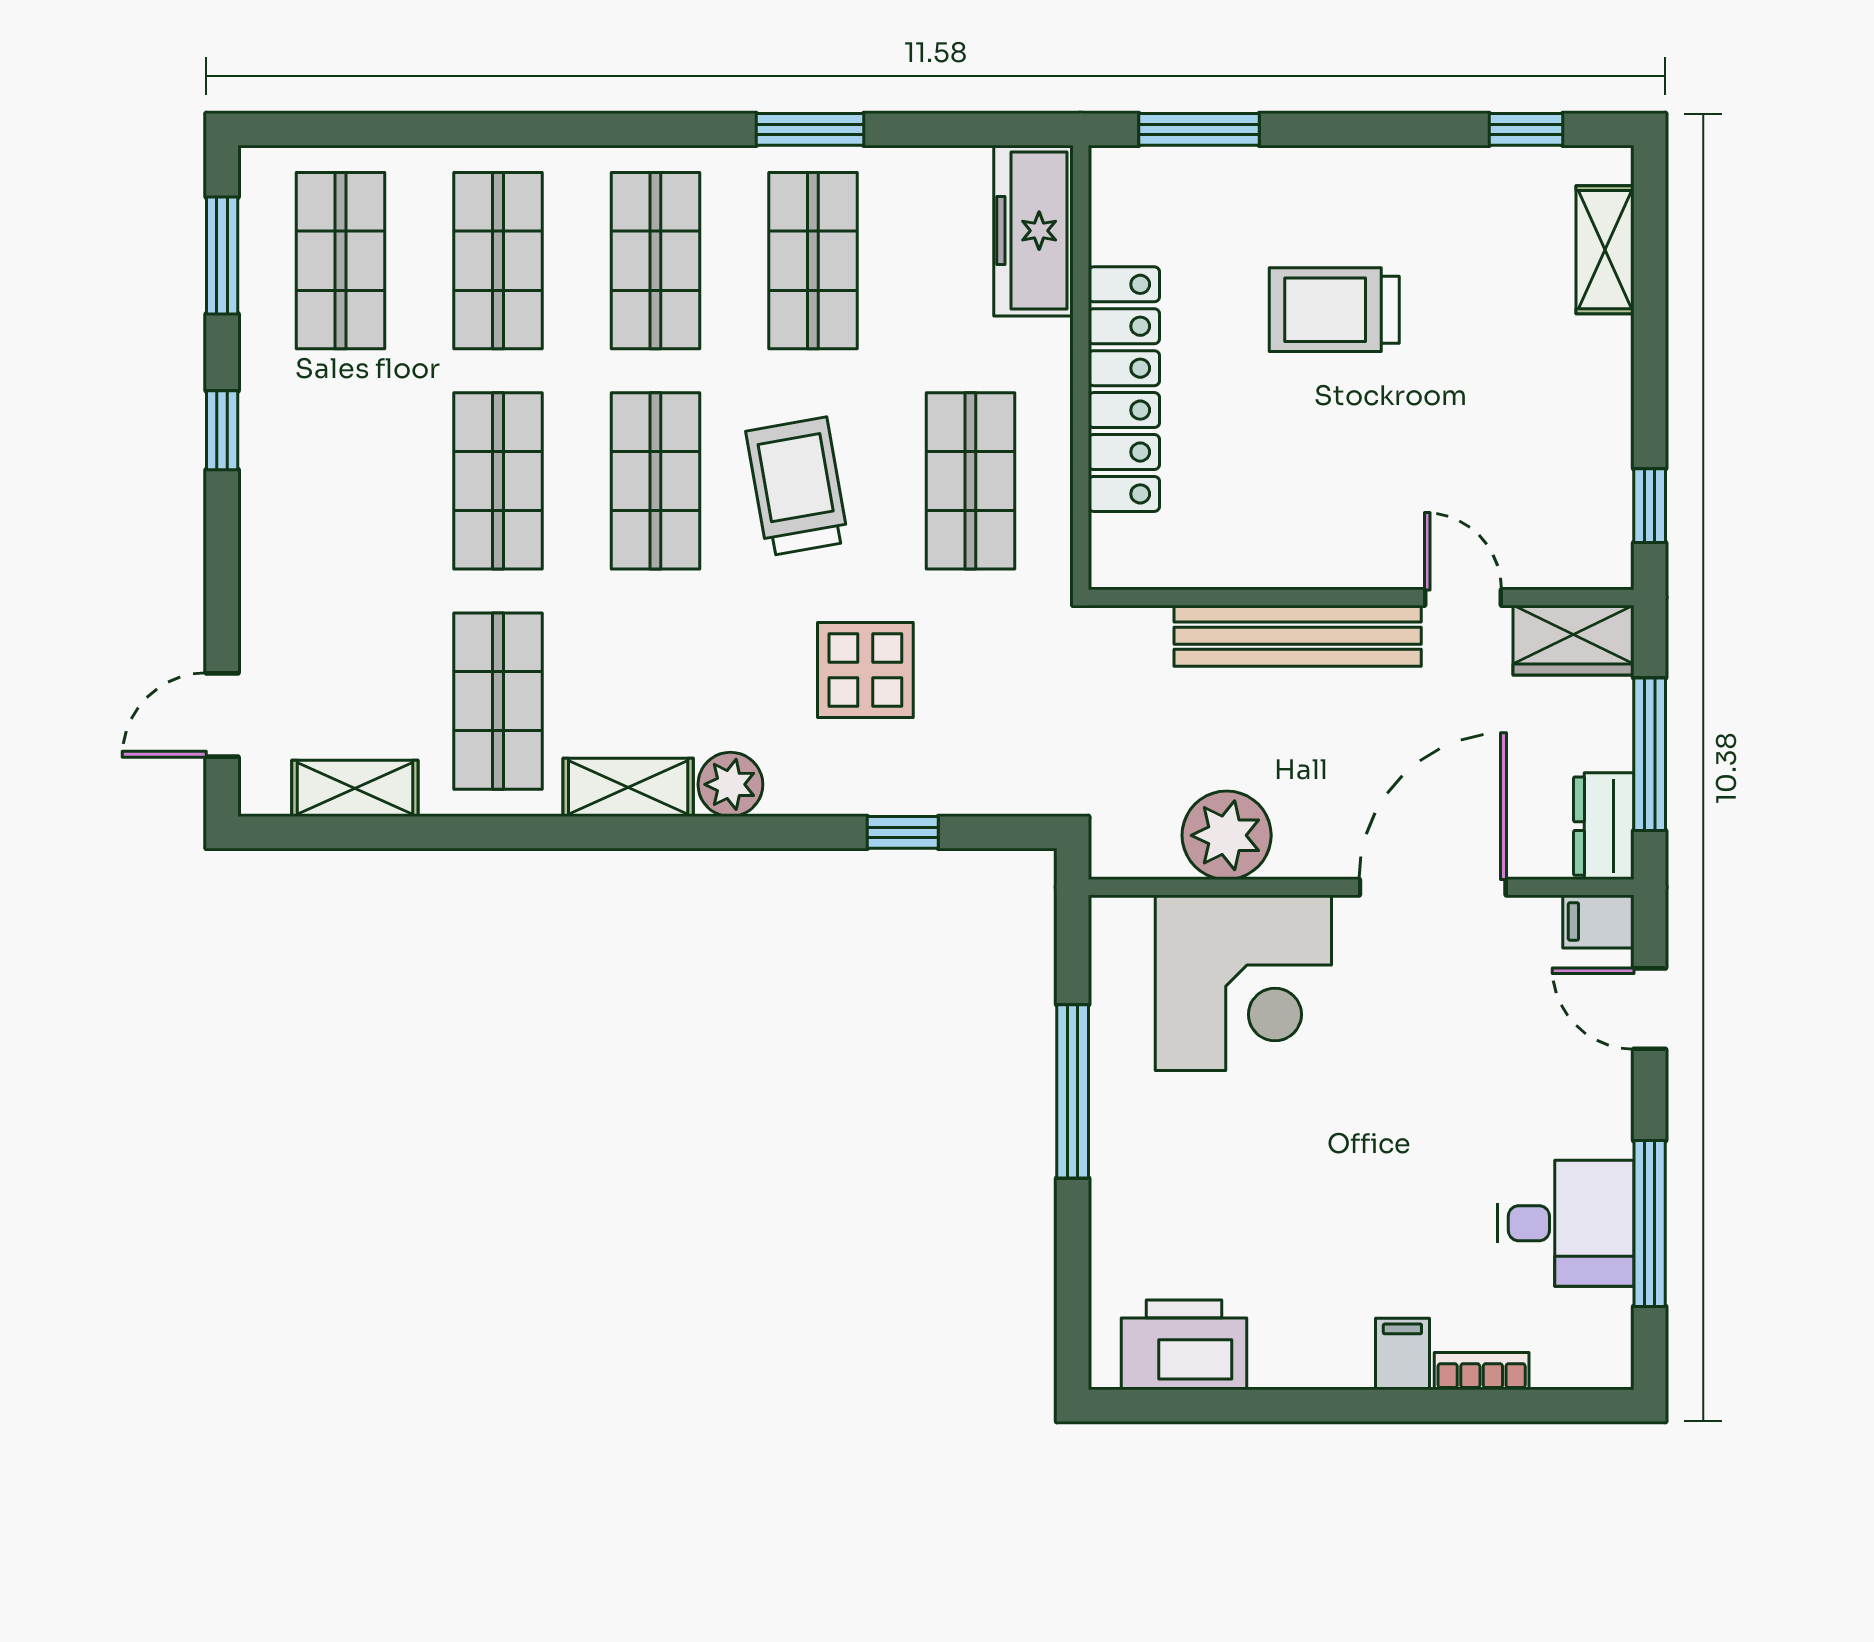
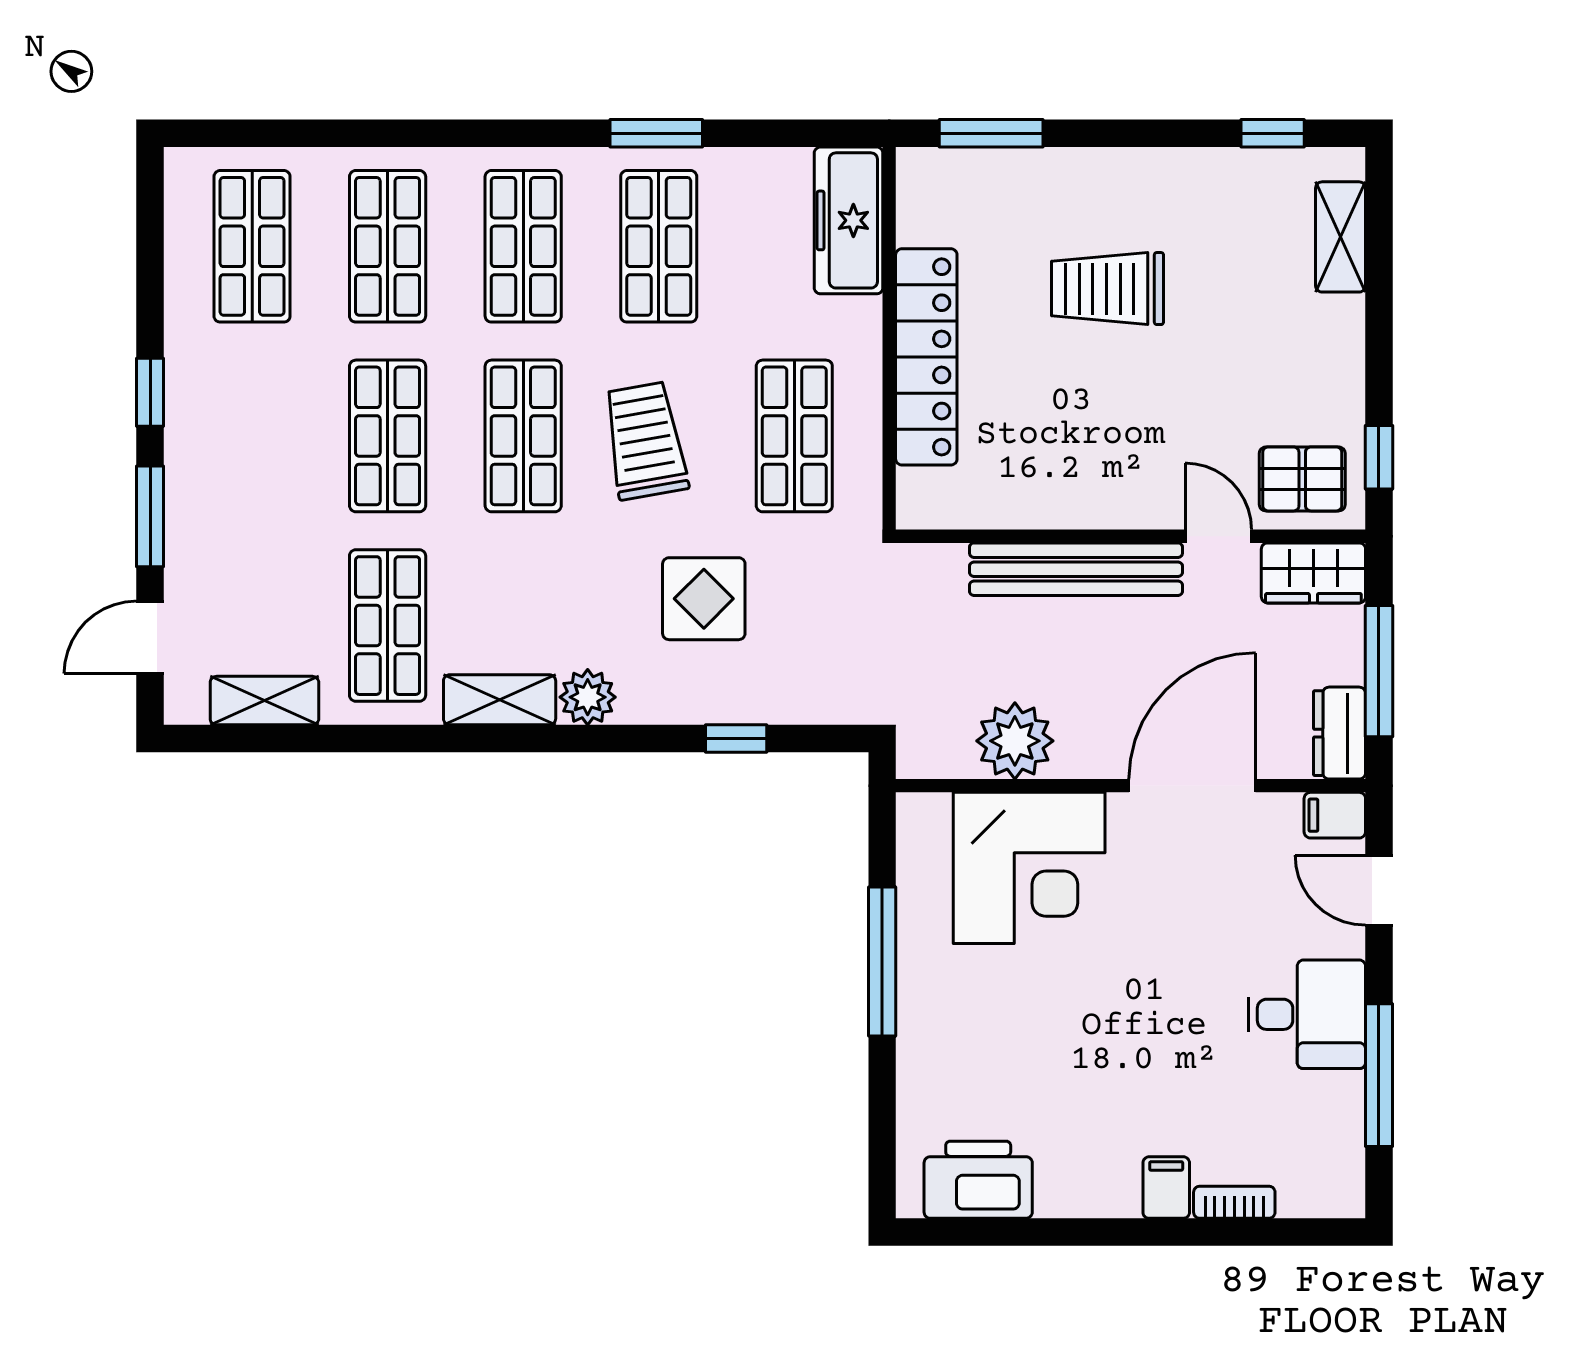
window: (222, 256) -> (150, 516), moved
pallet: (1560, 531) -> (1302, 479), added
desk: (1566, 1223) -> (1307, 1014), moved

